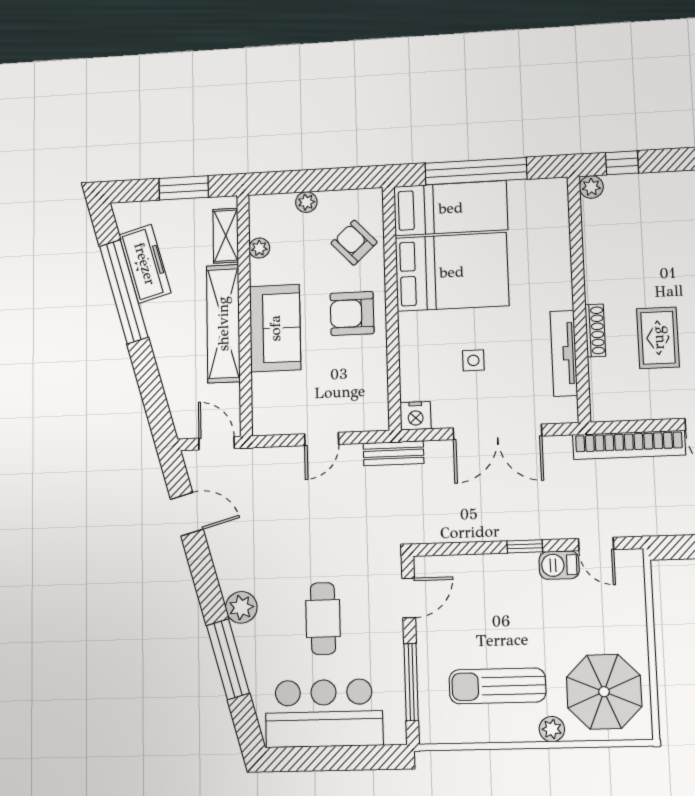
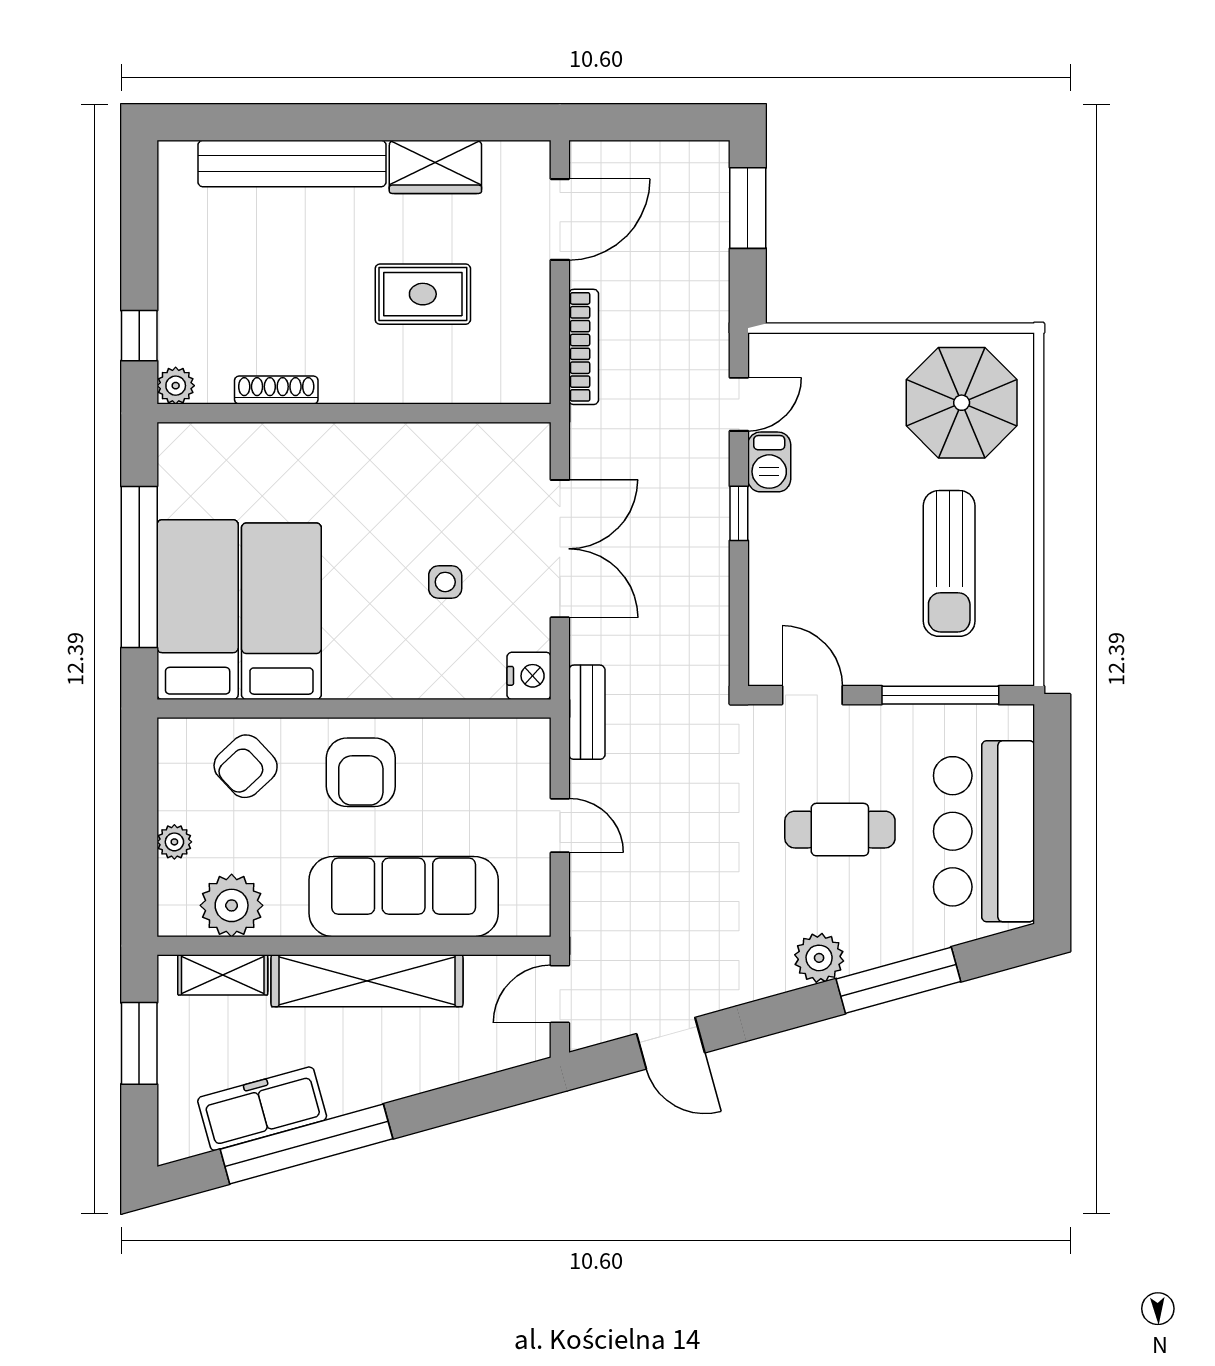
plant: (259, 248) -> (232, 905), width x1.87, depth x1.87
bed: (452, 272) -> (281, 611), width x0.67
sofa: (275, 328) -> (404, 897), width x1.36
shoe rack: (595, 330) -> (276, 390), moved
tv unit: (564, 353) -> (440, 440), removed
bookcase: (629, 445) -> (584, 347), width x0.68, depth x0.76
door: (187, 514) -> (671, 1043), swing flipped
plant: (552, 729) -> (1015, 484), removed

